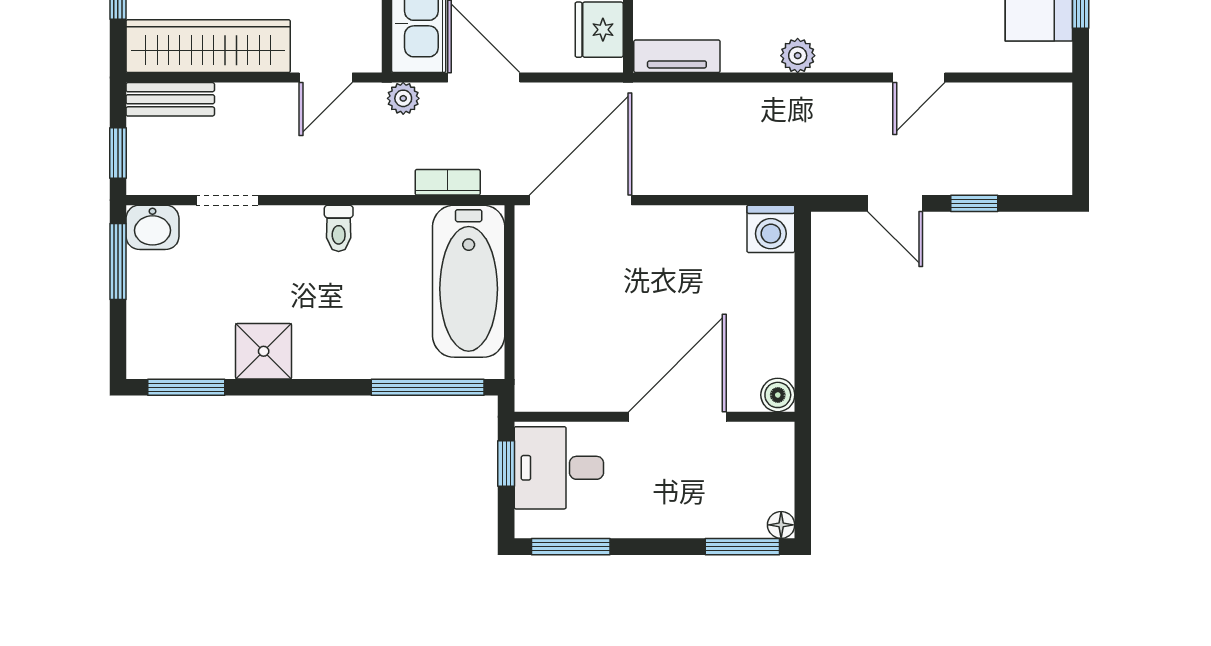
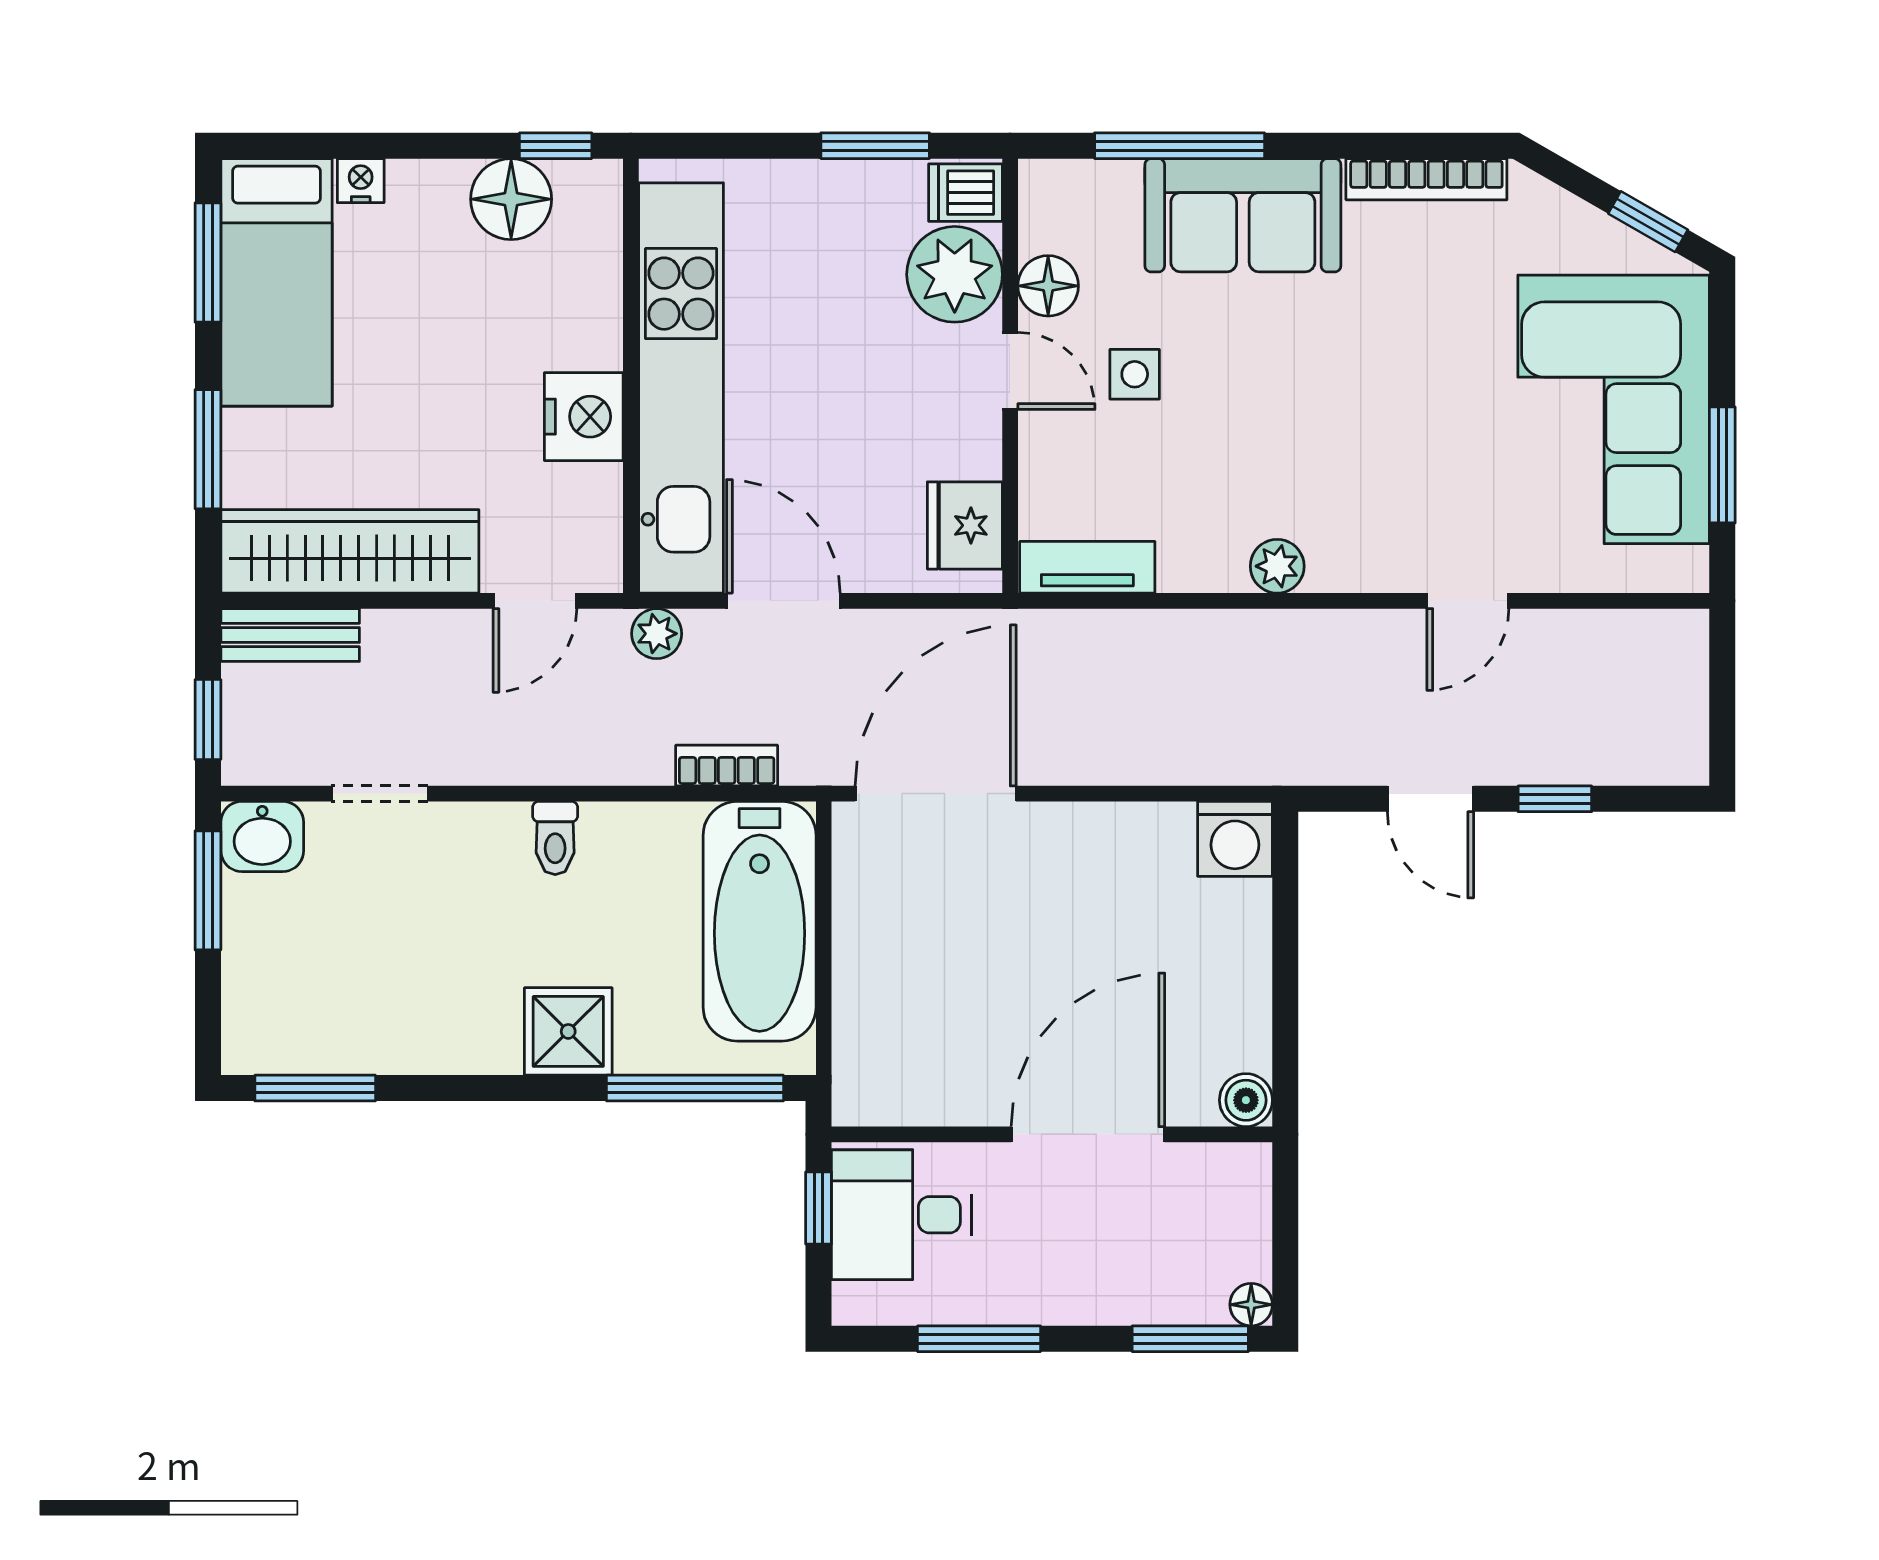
shower: (264, 351) -> (568, 1031), moved
window: (571, 547) -> (979, 1339), moved

